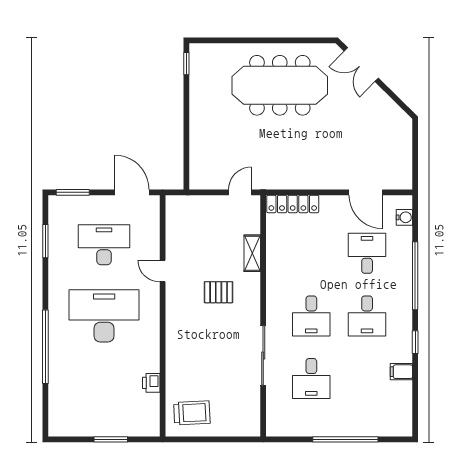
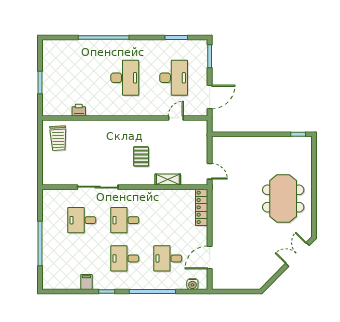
meeting table: (280, 85) -> (283, 198), width x0.73
desk: (367, 253) -> (168, 258), turned 180
door: (163, 271) -> (176, 118), moved
desk: (104, 316) -> (125, 78), width x0.73, depth x0.77

